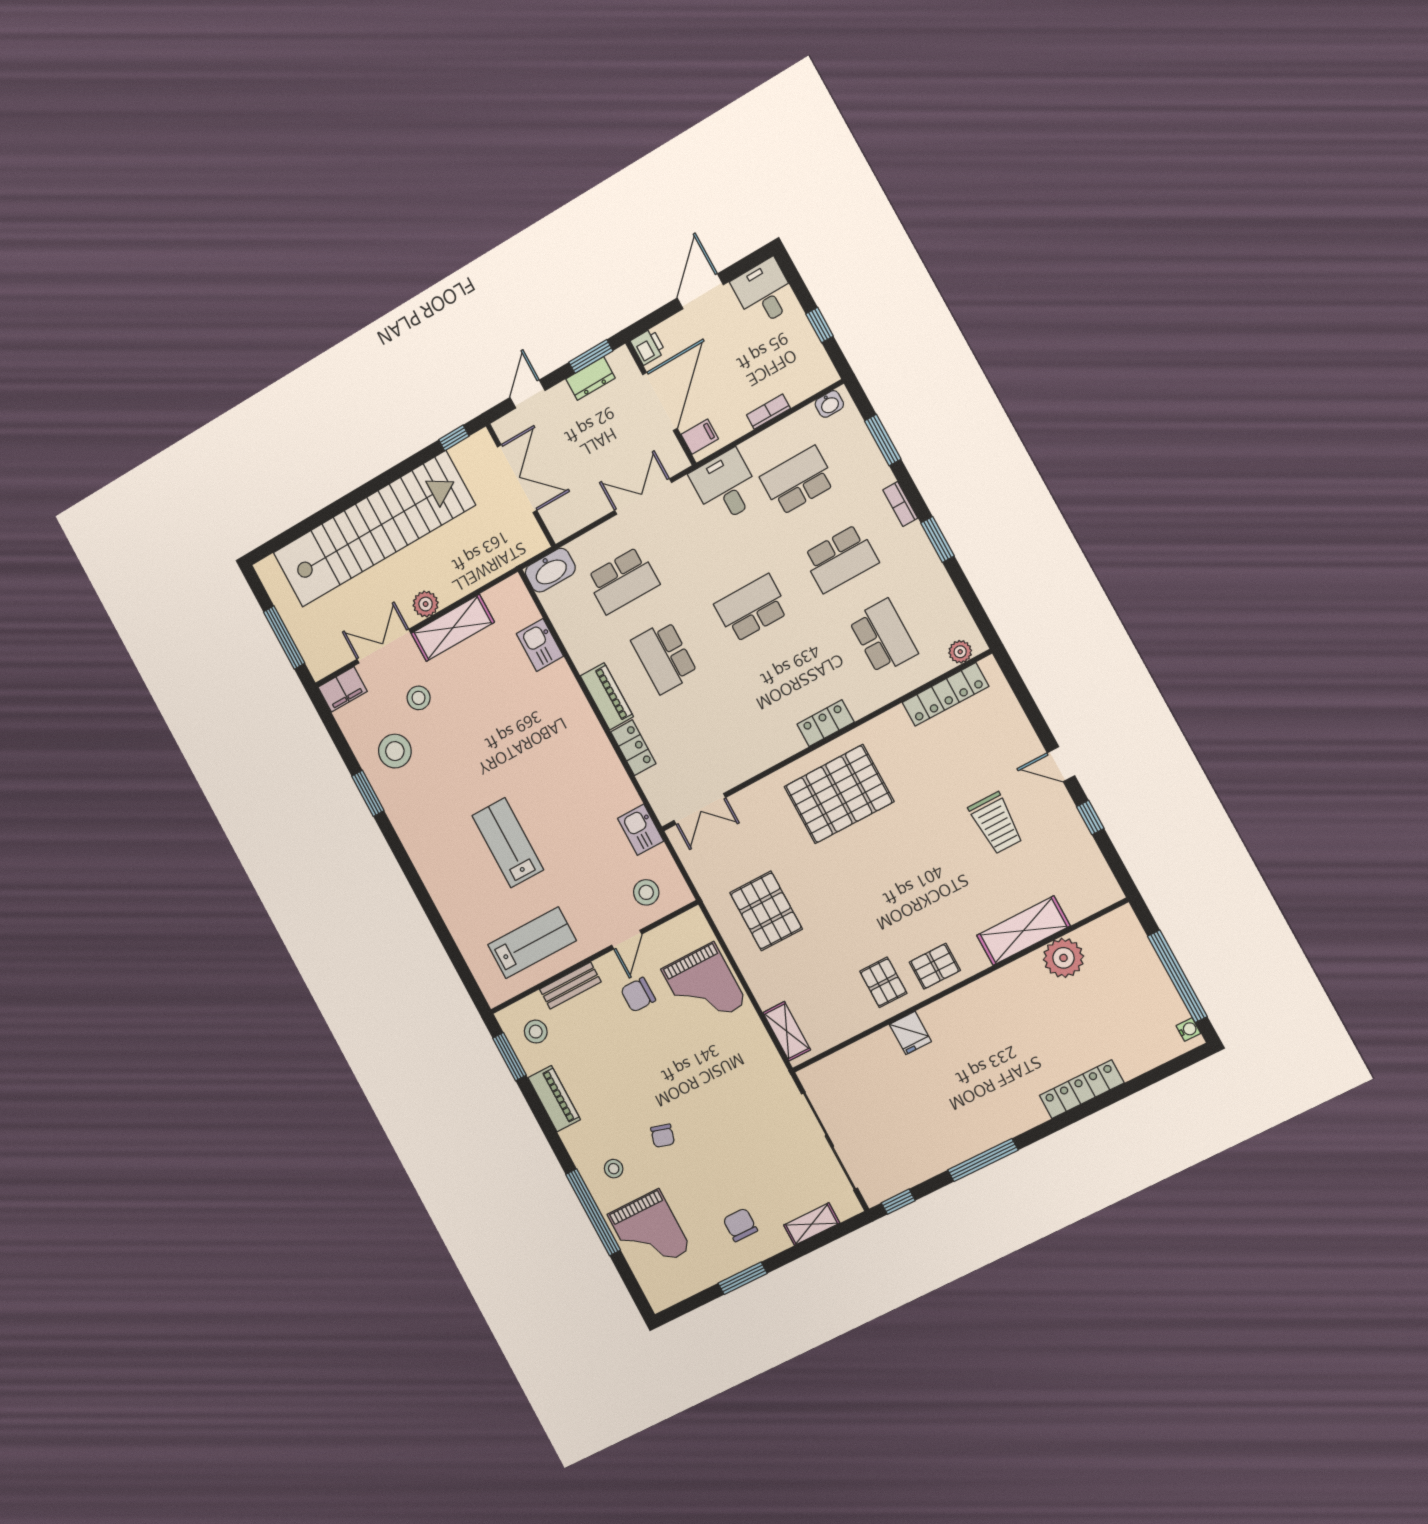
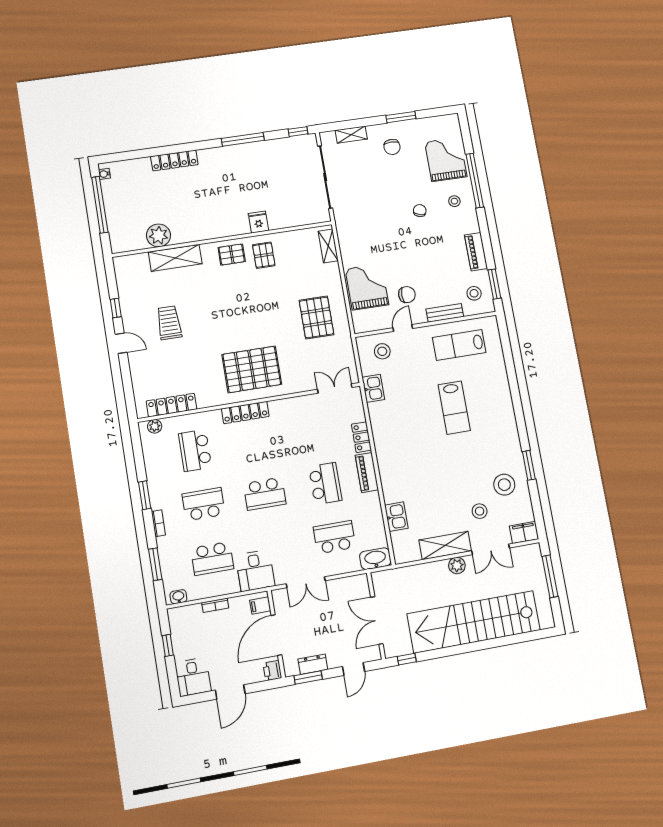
locker: (826, 723) -> (245, 413), width x1.53

